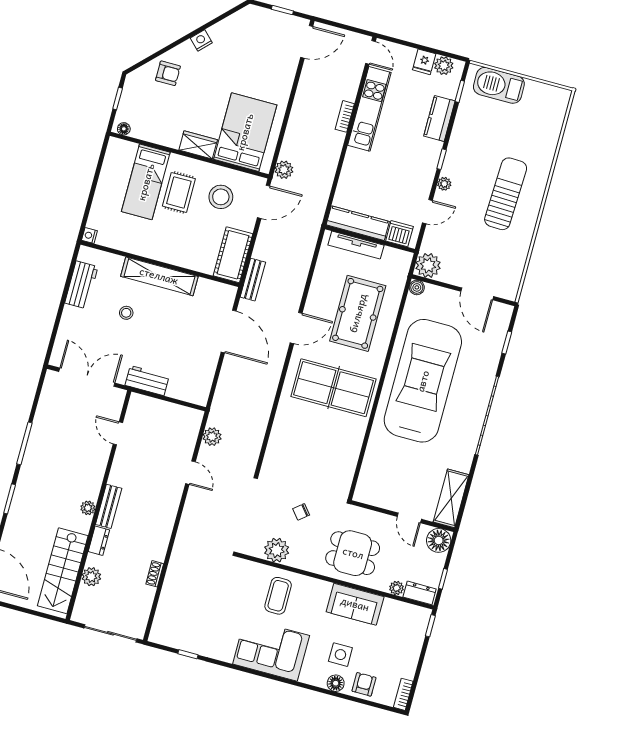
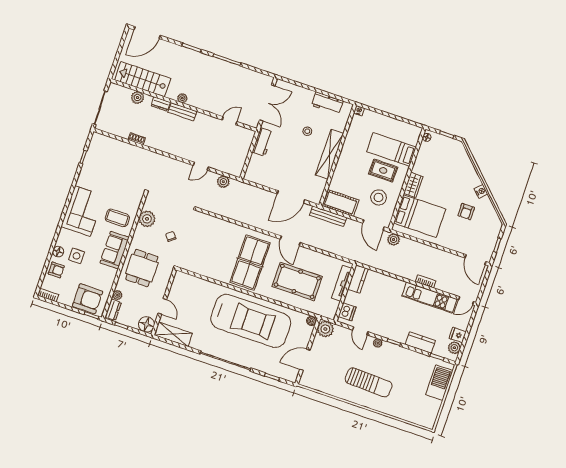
armchair: (168, 73) -> (466, 212), moved
kitchen counter: (358, 223) -> (358, 279), width x0.67
bench: (253, 280) -> (328, 216), width x1.36
door: (409, 518) -> (162, 306), swing flipped
sofa: (355, 604) -> (115, 250), moved
armchair: (405, 633) -> (88, 299), added

